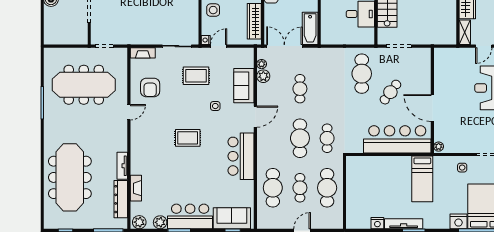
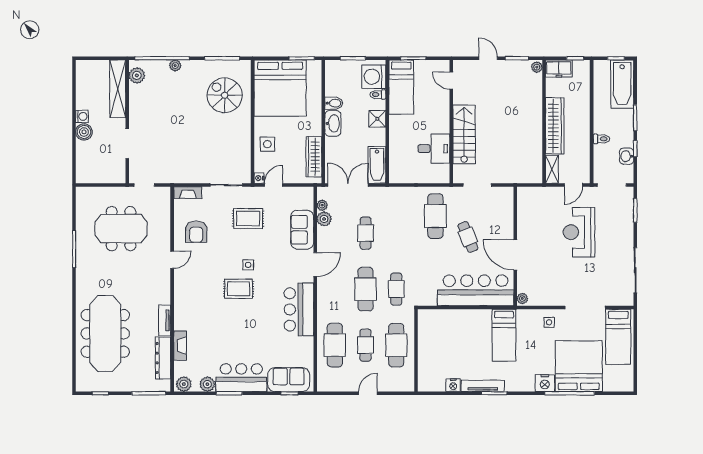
meeting table: (84, 85) -> (121, 229), width x0.73
cafe table: (390, 92) -> (468, 237), turned -59
side table: (215, 106) -> (248, 265), moved

